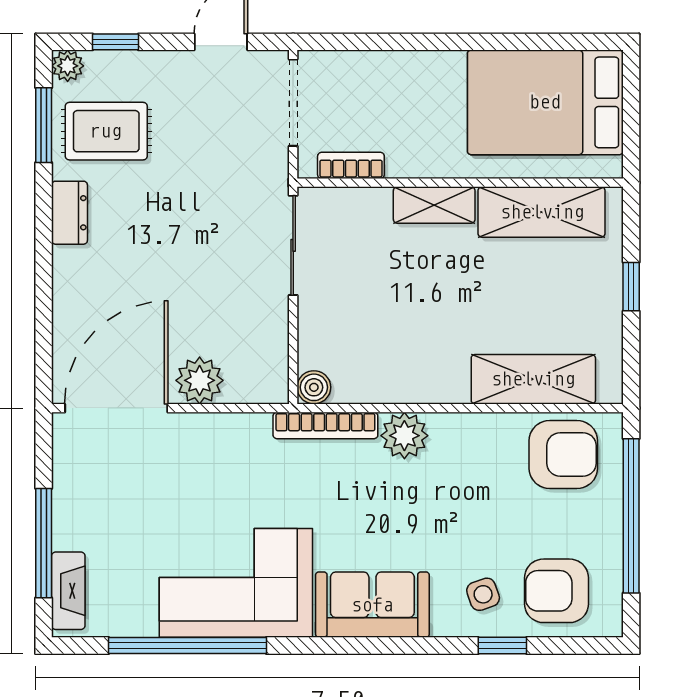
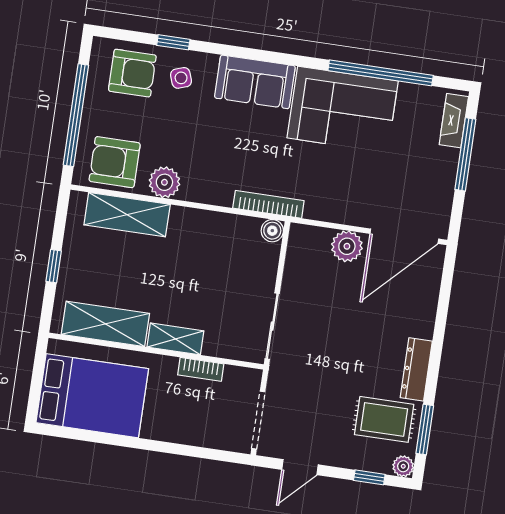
bookcase: (351, 165) -> (201, 369), moved
dresser: (69, 213) -> (416, 369), width x1.44
plant: (404, 436) -> (164, 182), moved

